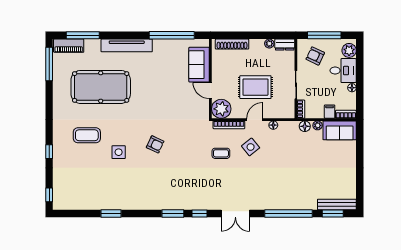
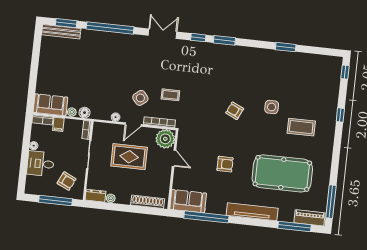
plant: (349, 50) -> (32, 183), removed
sofa: (199, 65) -> (188, 201), moved, turned -90
armchair: (159, 90) -> (225, 164), added

